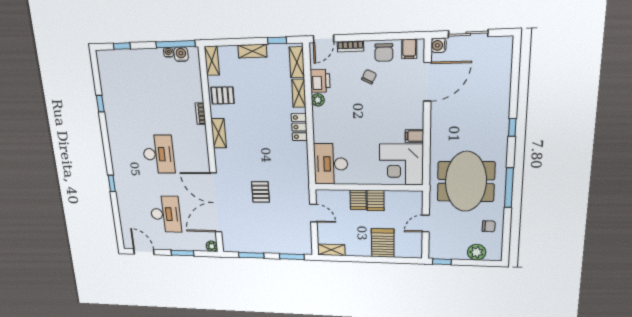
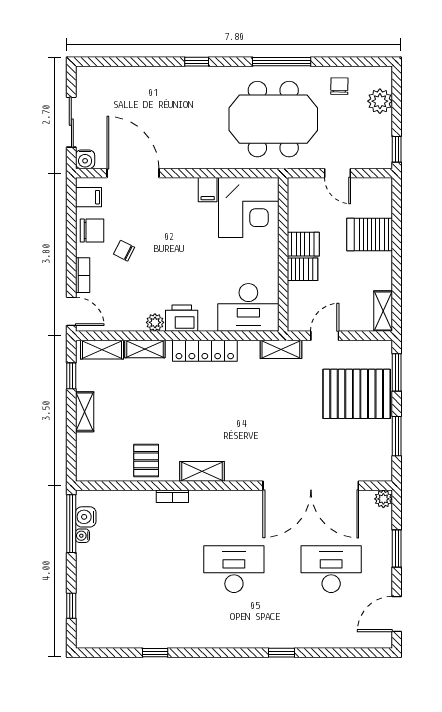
shelving: (212, 61) -> (281, 349), moved
printer: (320, 81) -> (182, 318), moved
locker: (299, 127) -> (205, 351), width x1.53
pallet: (260, 192) -> (357, 394), moved, width x2.05, depth x2.00

